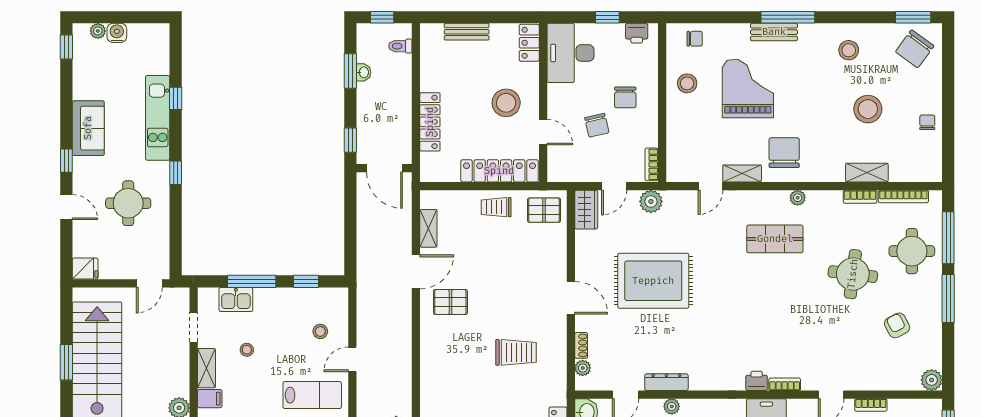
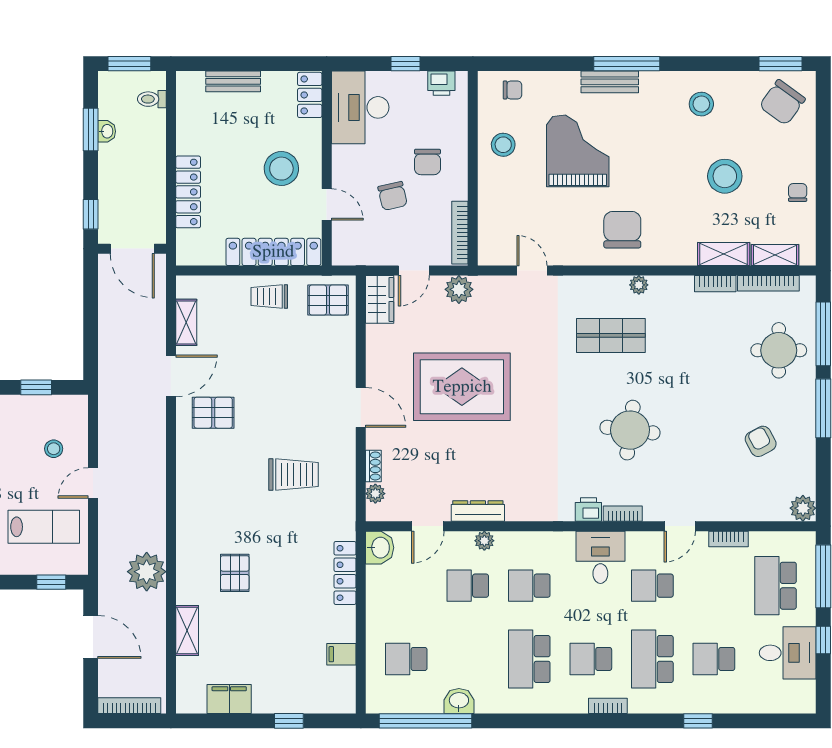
window: (382, 17) -> (129, 64), width x1.50
bookcase: (652, 164) -> (460, 233), width x1.56
shelving: (742, 173) -> (775, 255), moved
door: (711, 186) -> (532, 271), swing flipped
round table: (853, 274) -> (630, 430), moved

